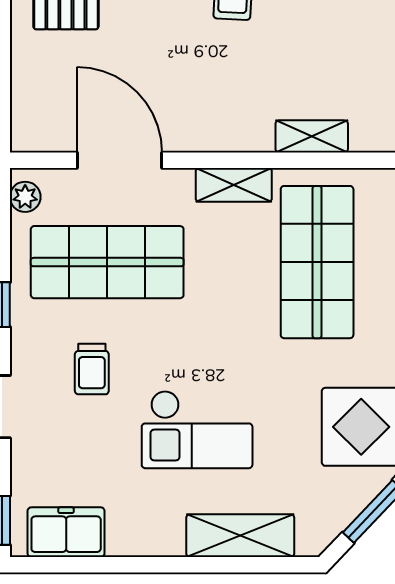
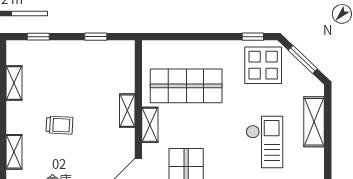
shelving: (312, 136) -> (127, 111), moved

